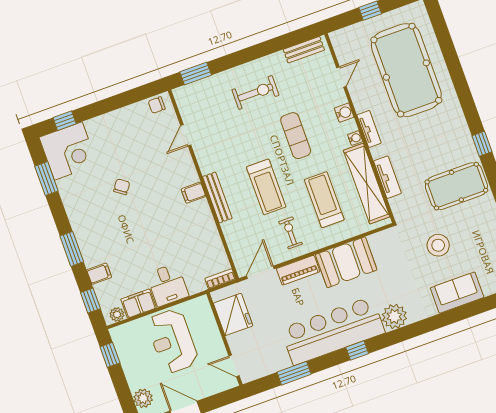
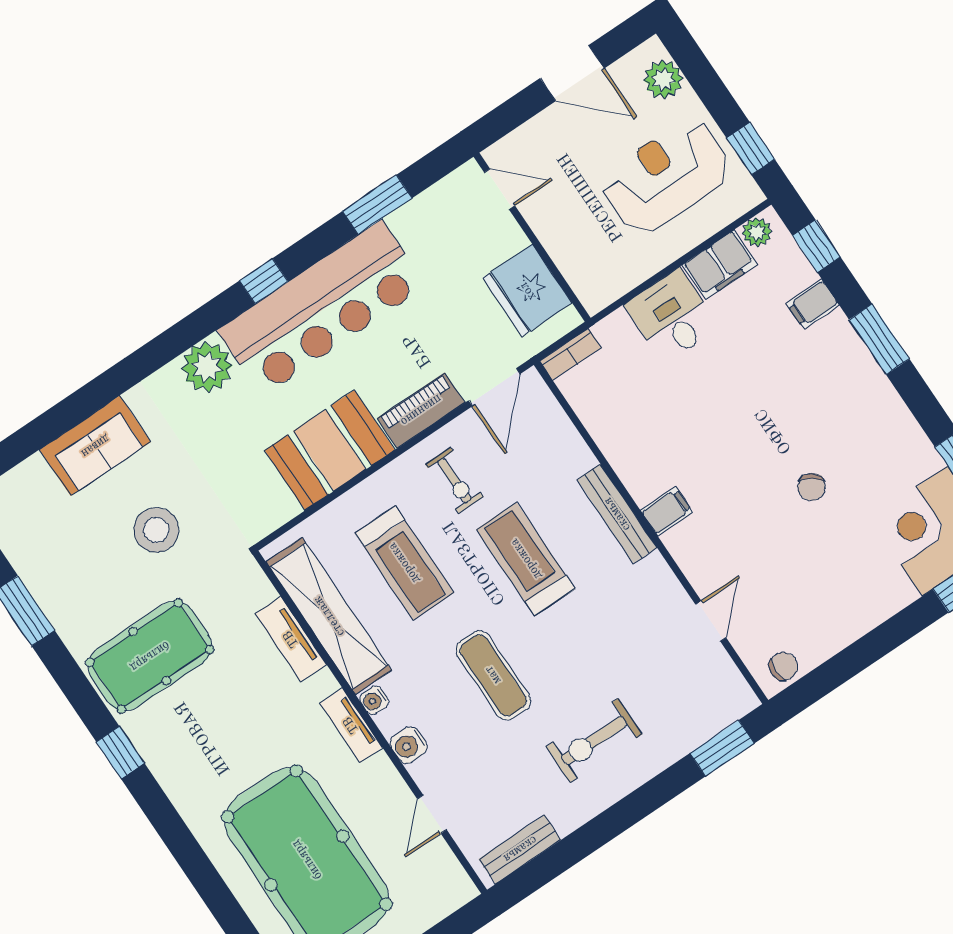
reception desk: (172, 341) -> (666, 177), moved, turned -90

